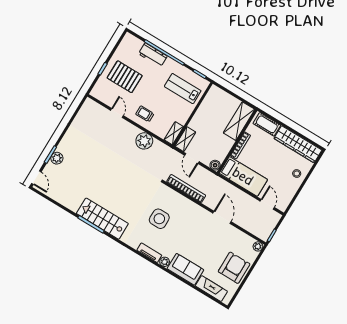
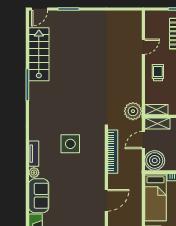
plant: (144, 141) -> (133, 111), moved
plant: (57, 158) -> (69, 17), removed
boiler: (215, 165) -> (155, 160), width x1.86, depth x1.86
stairs: (102, 219) -> (39, 54), moved

